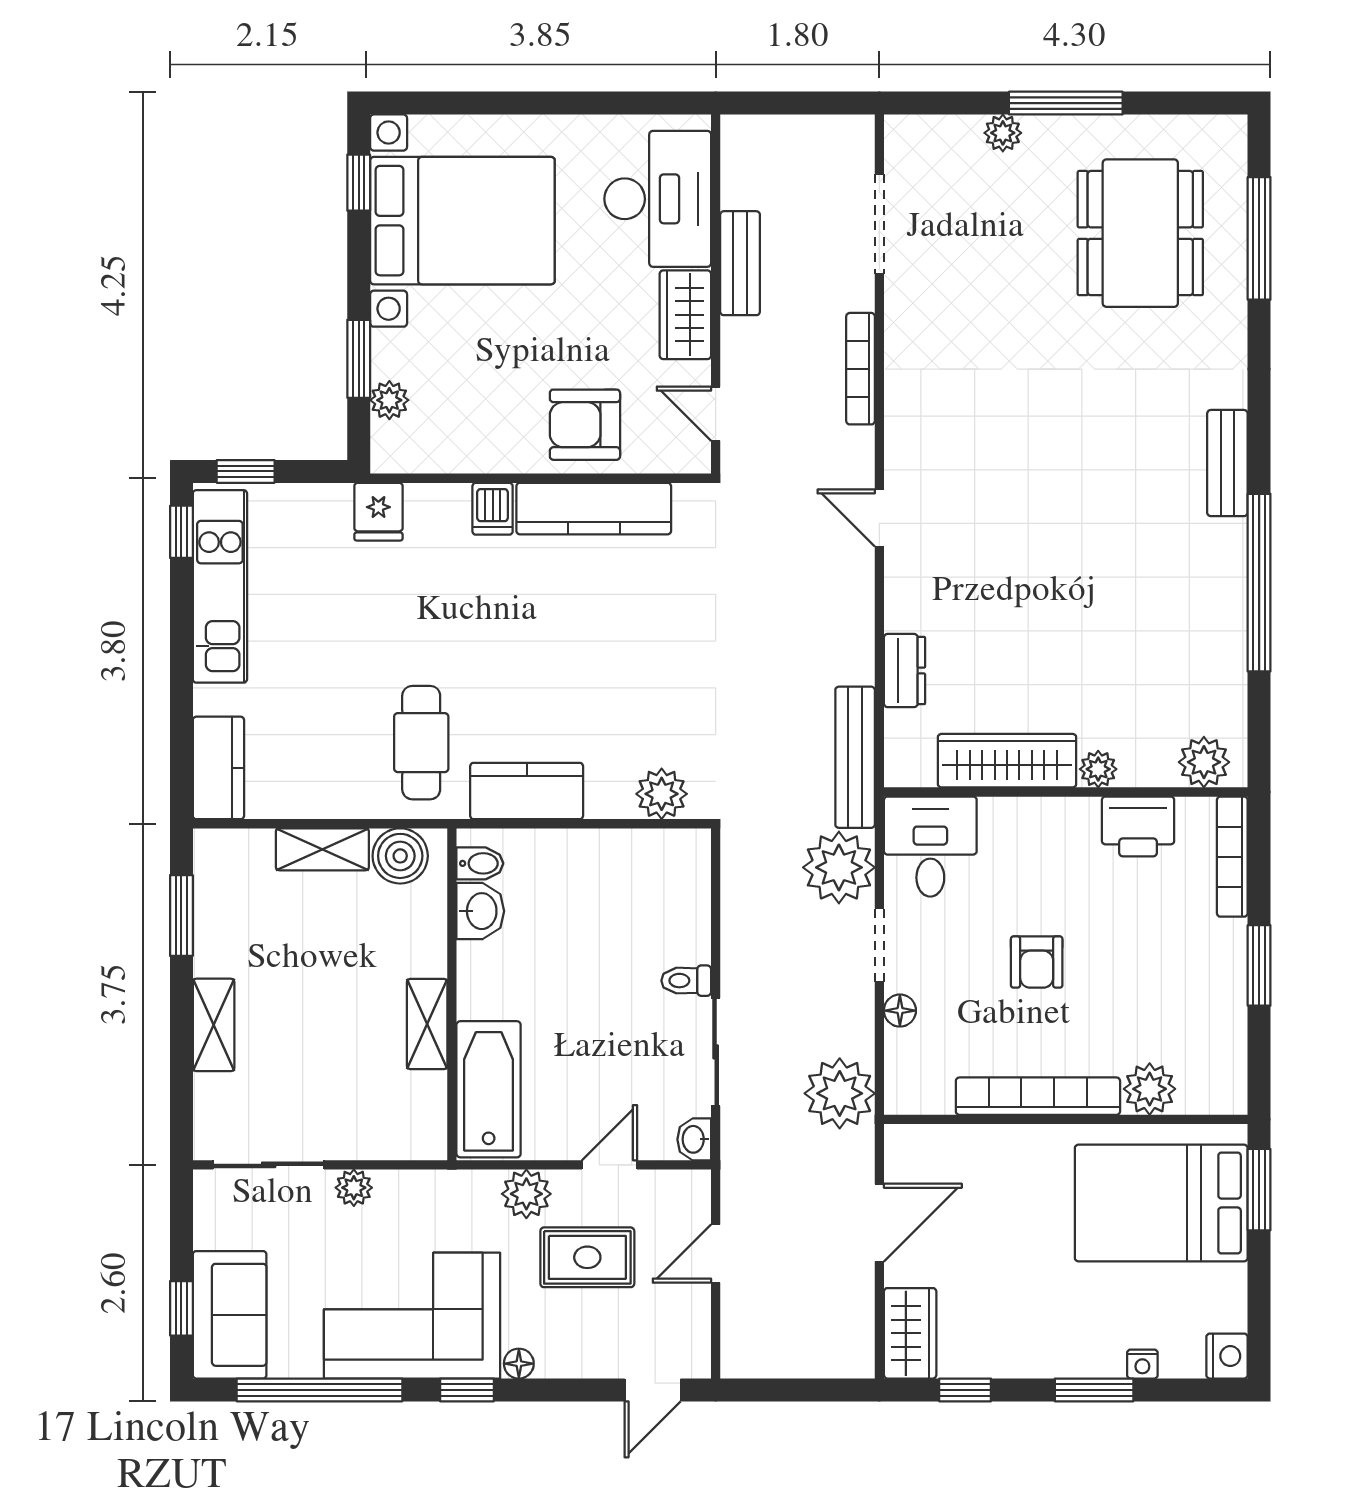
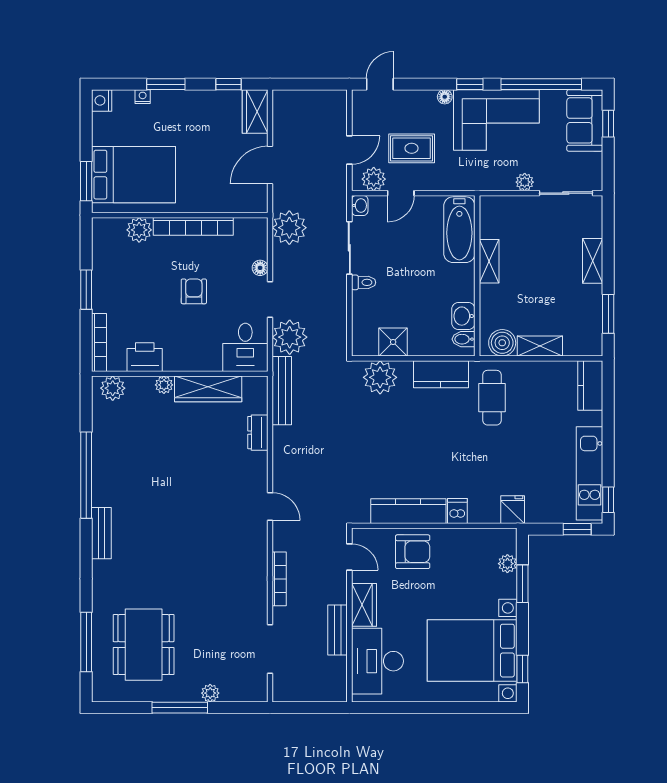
plant: (662, 794) -> (380, 377), width x1.36, depth x1.36
shower: (625, 858) -> (393, 342), added
plant: (526, 1194) -> (374, 179), moved

